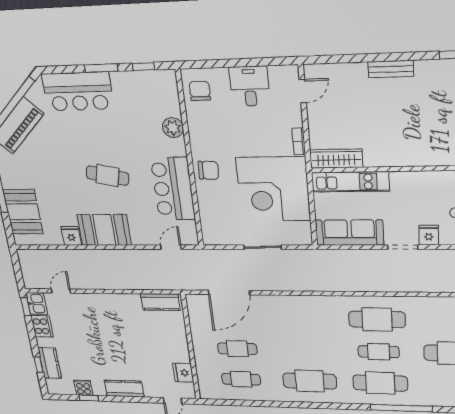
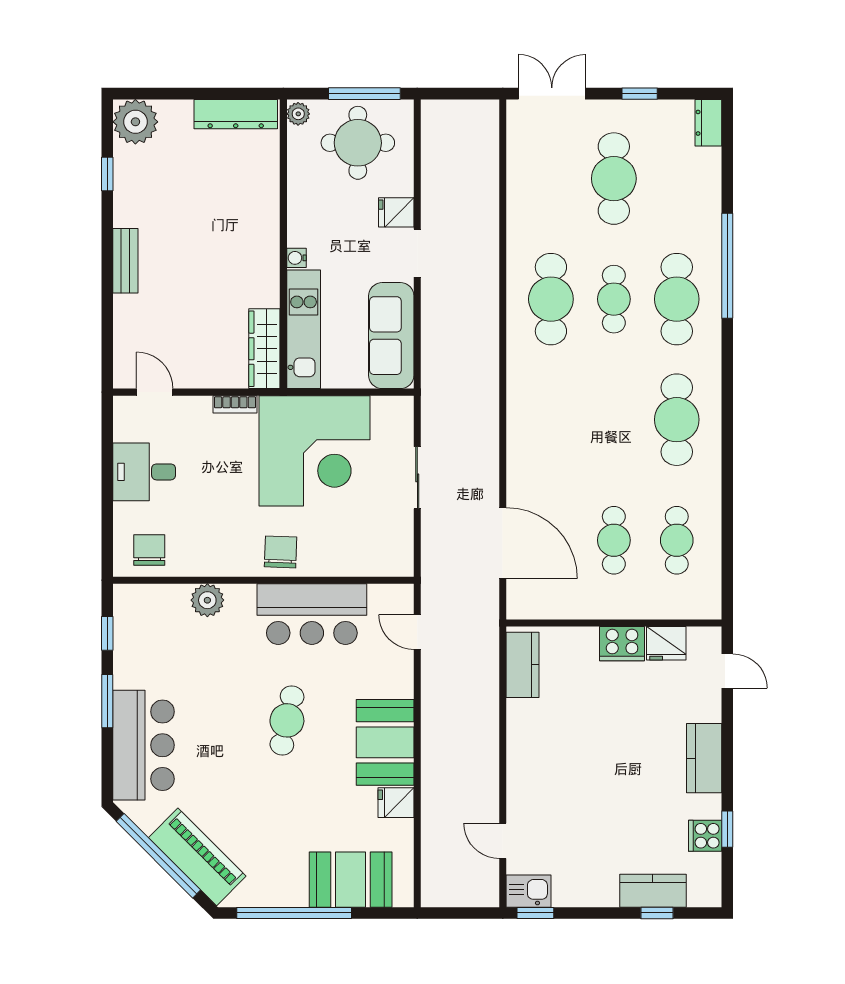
chair: (200, 91) -> (149, 550), turned 90
water cooler: (397, 177) -> (296, 258), added
cooker: (42, 326) -> (622, 644), moved, turned 180

